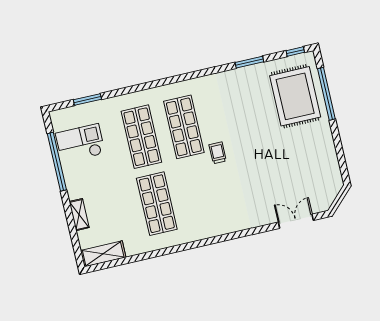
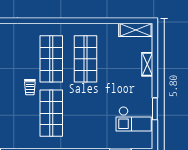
shop shelf: (141, 137) -> (51, 59), moved
window: (57, 162) -> (155, 109), width x0.47

